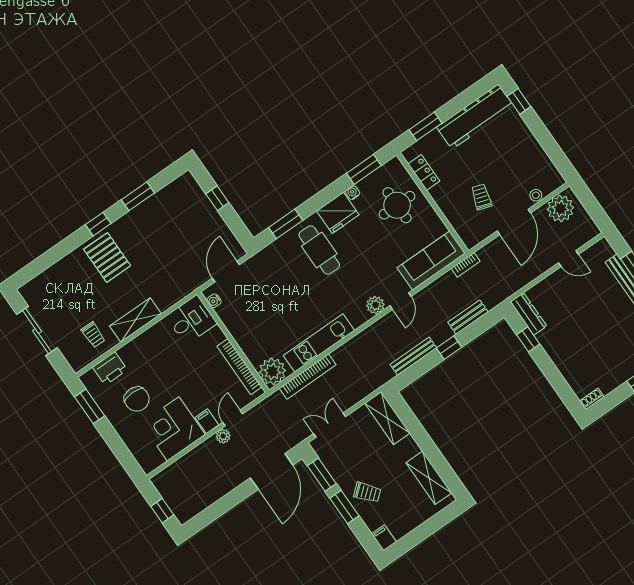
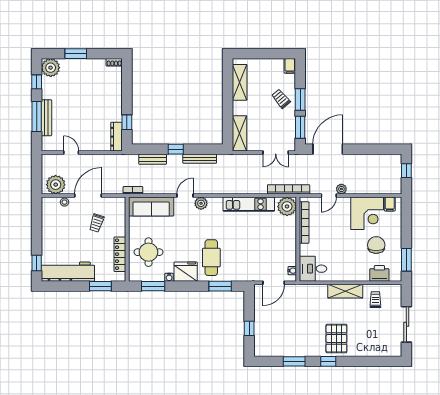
locker: (424, 172) -> (120, 254), width x1.53
bookcase: (308, 377) -> (289, 189), moved
filing cabinet: (207, 421) -> (390, 204), moved

